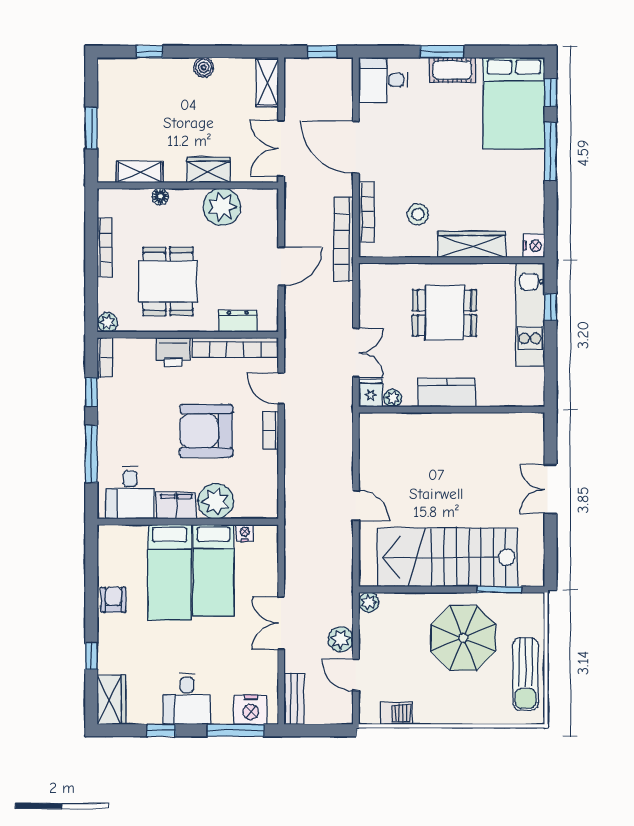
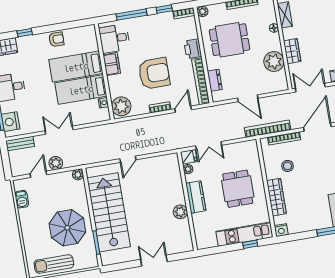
plant: (469, 425) -> (180, 212), added
armchair: (206, 431) -> (154, 73), turned 90
plant: (216, 501) -> (121, 106), moved

